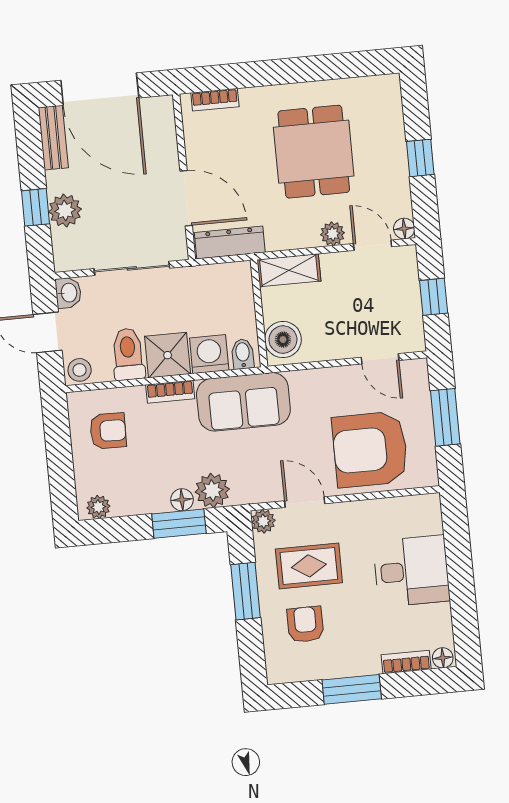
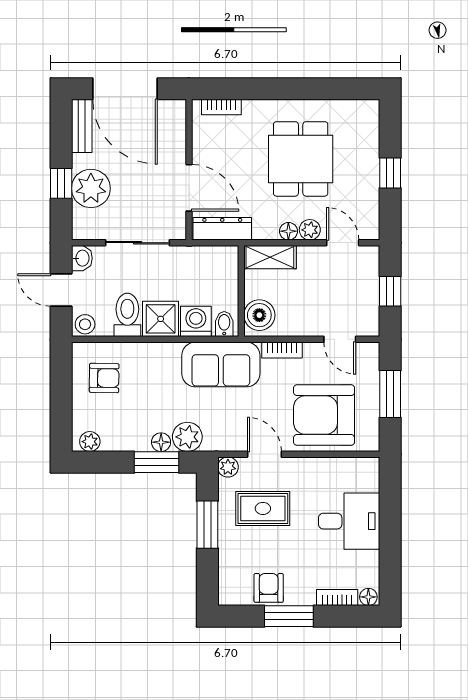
plant: (65, 210) -> (91, 188), width x1.36, depth x1.36
floor lamp: (404, 229) -> (288, 231), moved
bookcase: (170, 392) -> (282, 350), moved
armchair: (305, 624) -> (269, 588), moved

